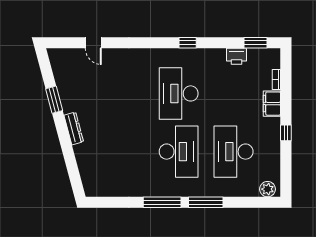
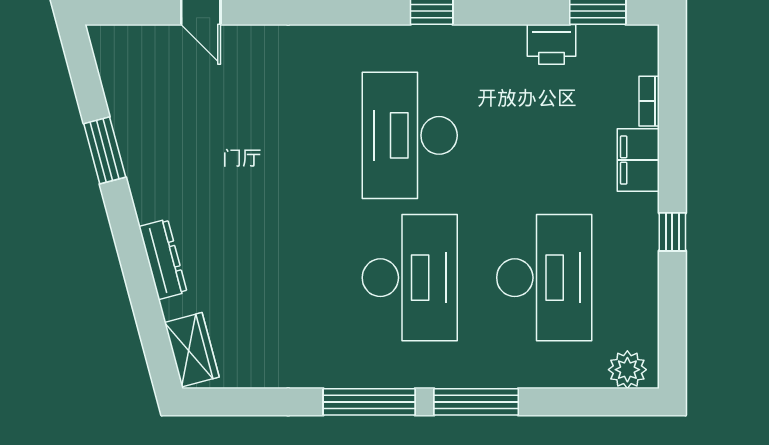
dresser: (74, 128) -> (163, 259), moved
desk: (234, 152) -> (544, 278), turned 180
wardrobe: (90, 181) -> (192, 350), added

